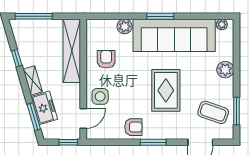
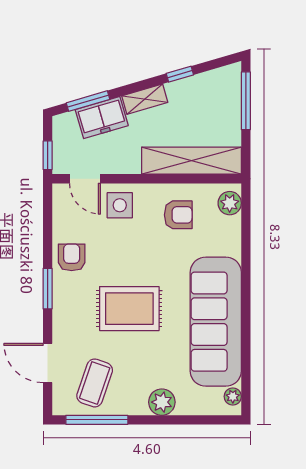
window: (160, 16) -> (246, 300), removed
plant: (125, 26) -> (230, 203), moved
window: (237, 111) -> (97, 420), width x1.44
armchair: (133, 127) -> (72, 257), turned 180

